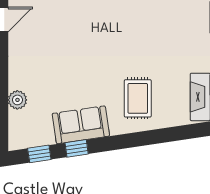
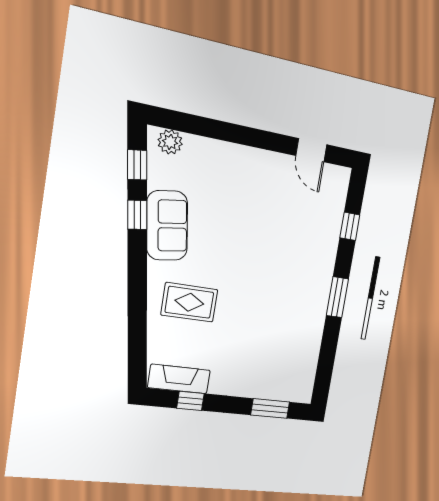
plant: (17, 100) -> (170, 142), moved

